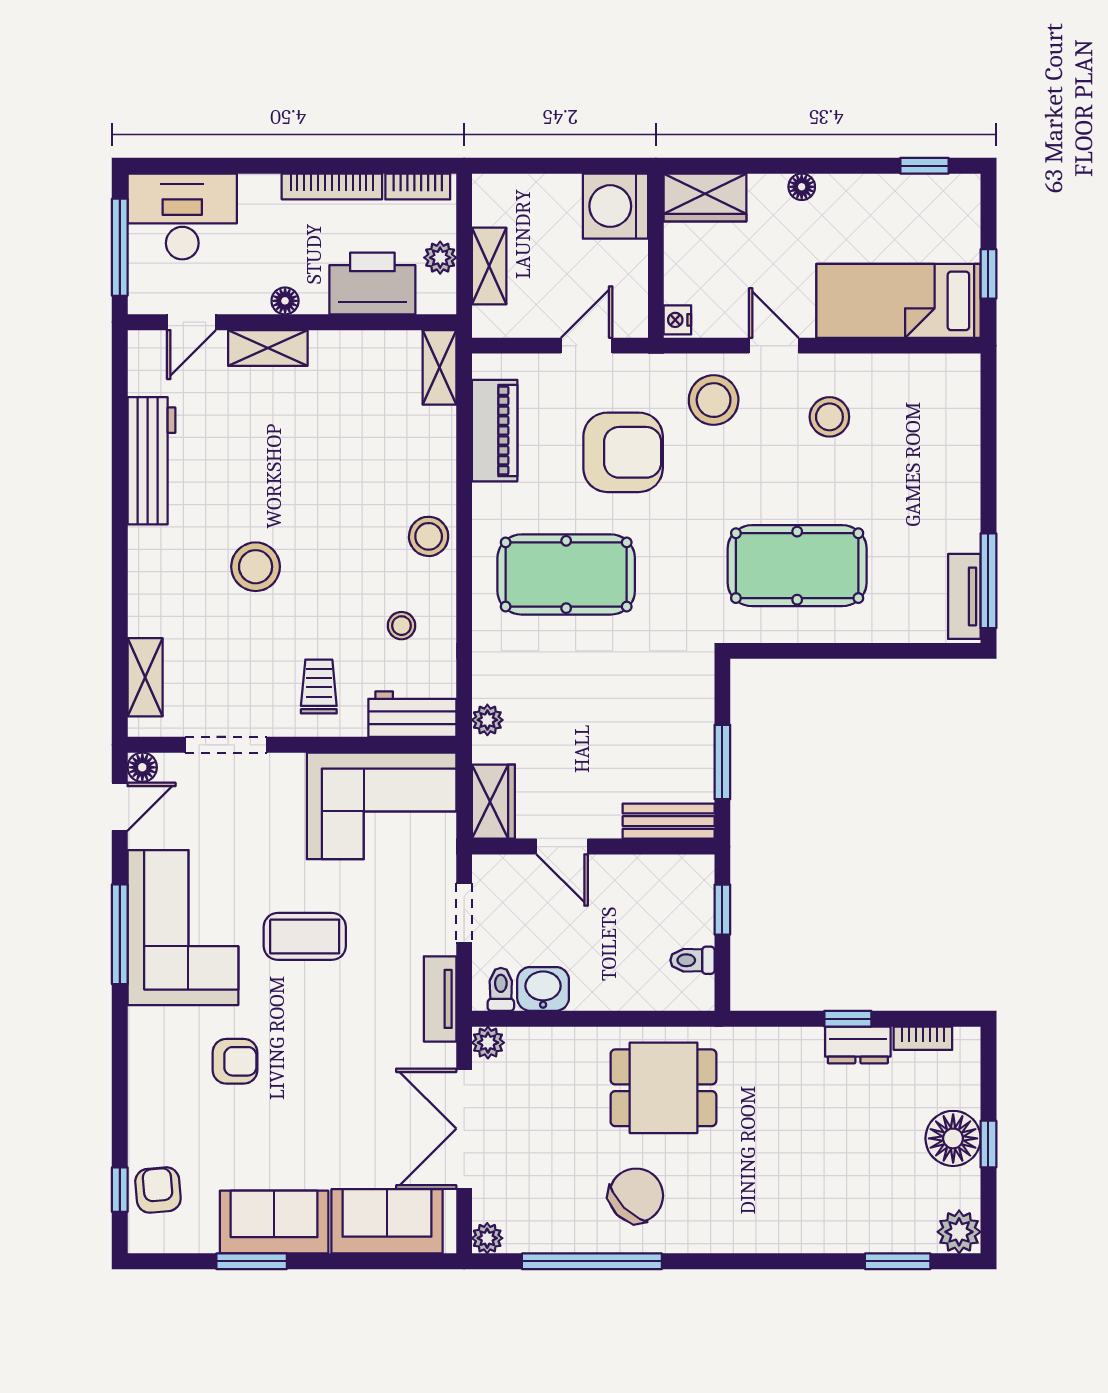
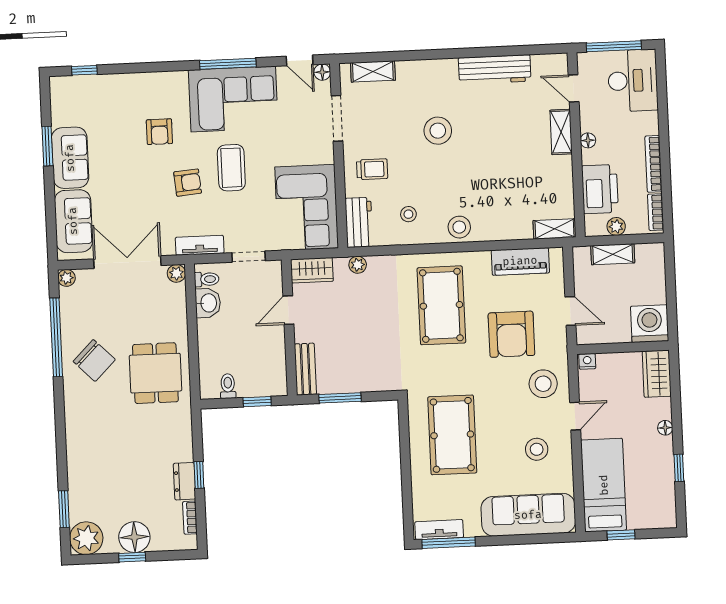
window: (924, 166) -> (679, 468), moved
sofa: (945, 437) -> (528, 515), added
armchair: (158, 1190) -> (188, 183), moved
plant: (959, 1232) -> (86, 538), width x1.36, depth x1.36

